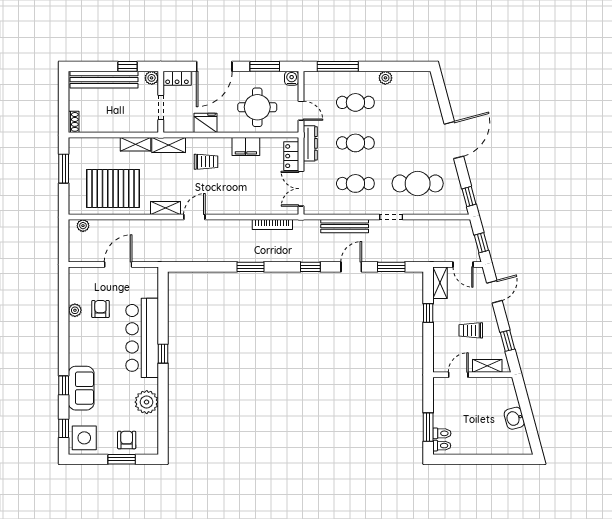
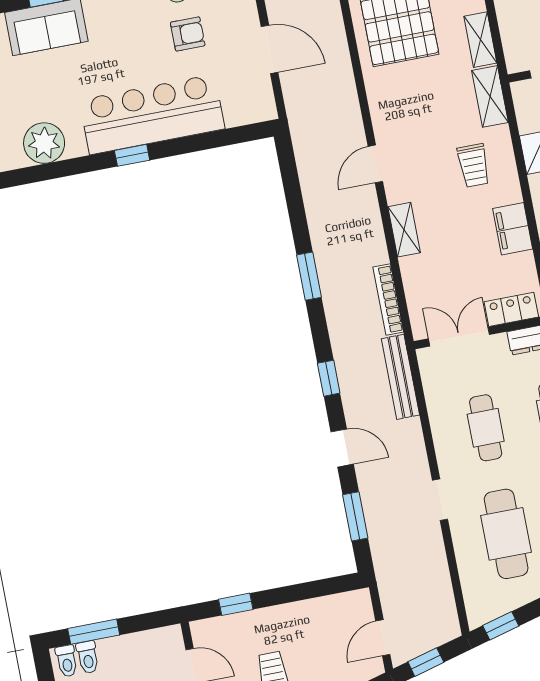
shelving: (165, 208) -> (404, 230), moved
door: (194, 217) -> (375, 164), swing flipped
bench: (345, 226) -> (400, 377), moved
shelving: (440, 283) -> (344, 605), removed
window: (428, 313) -> (236, 604), moved

